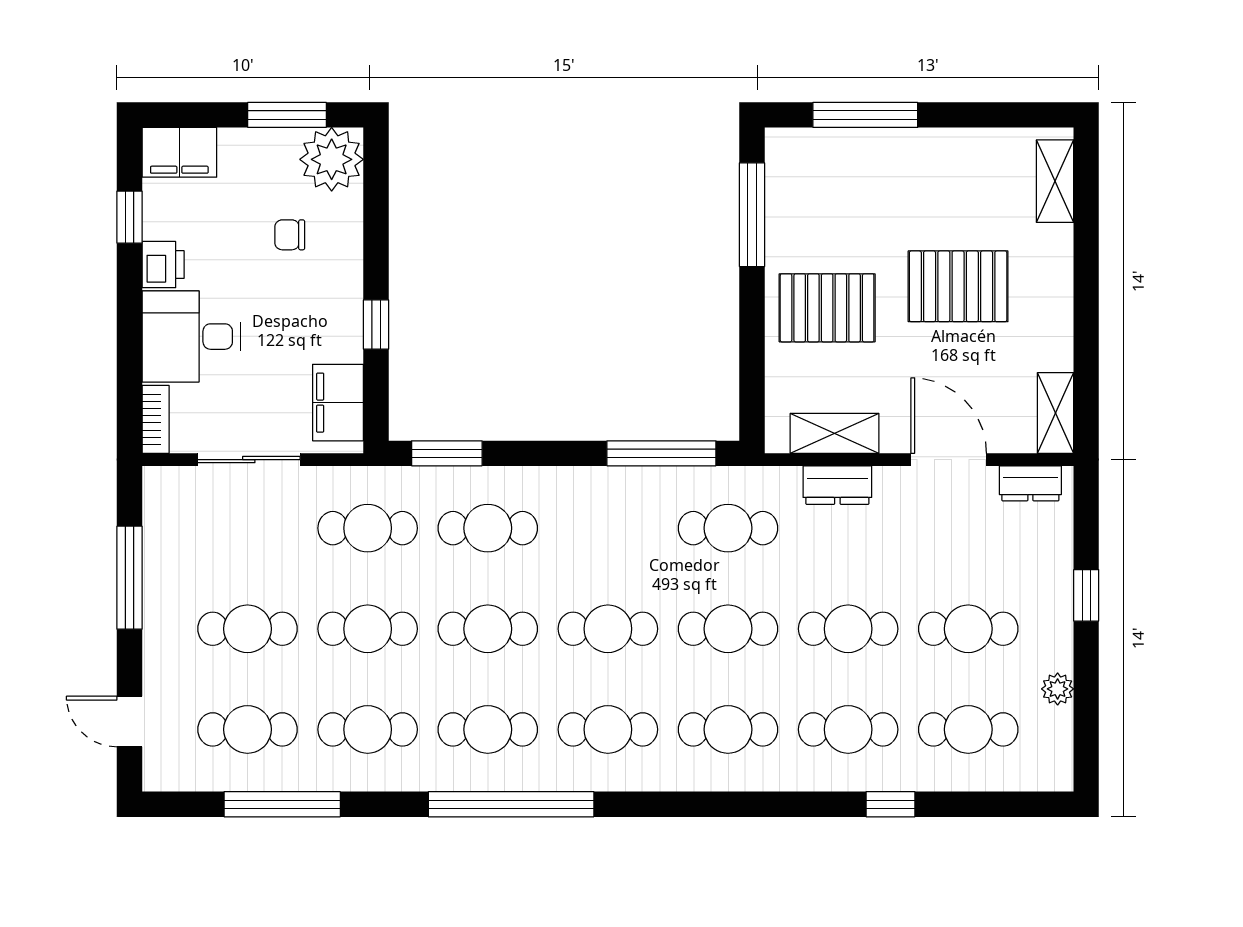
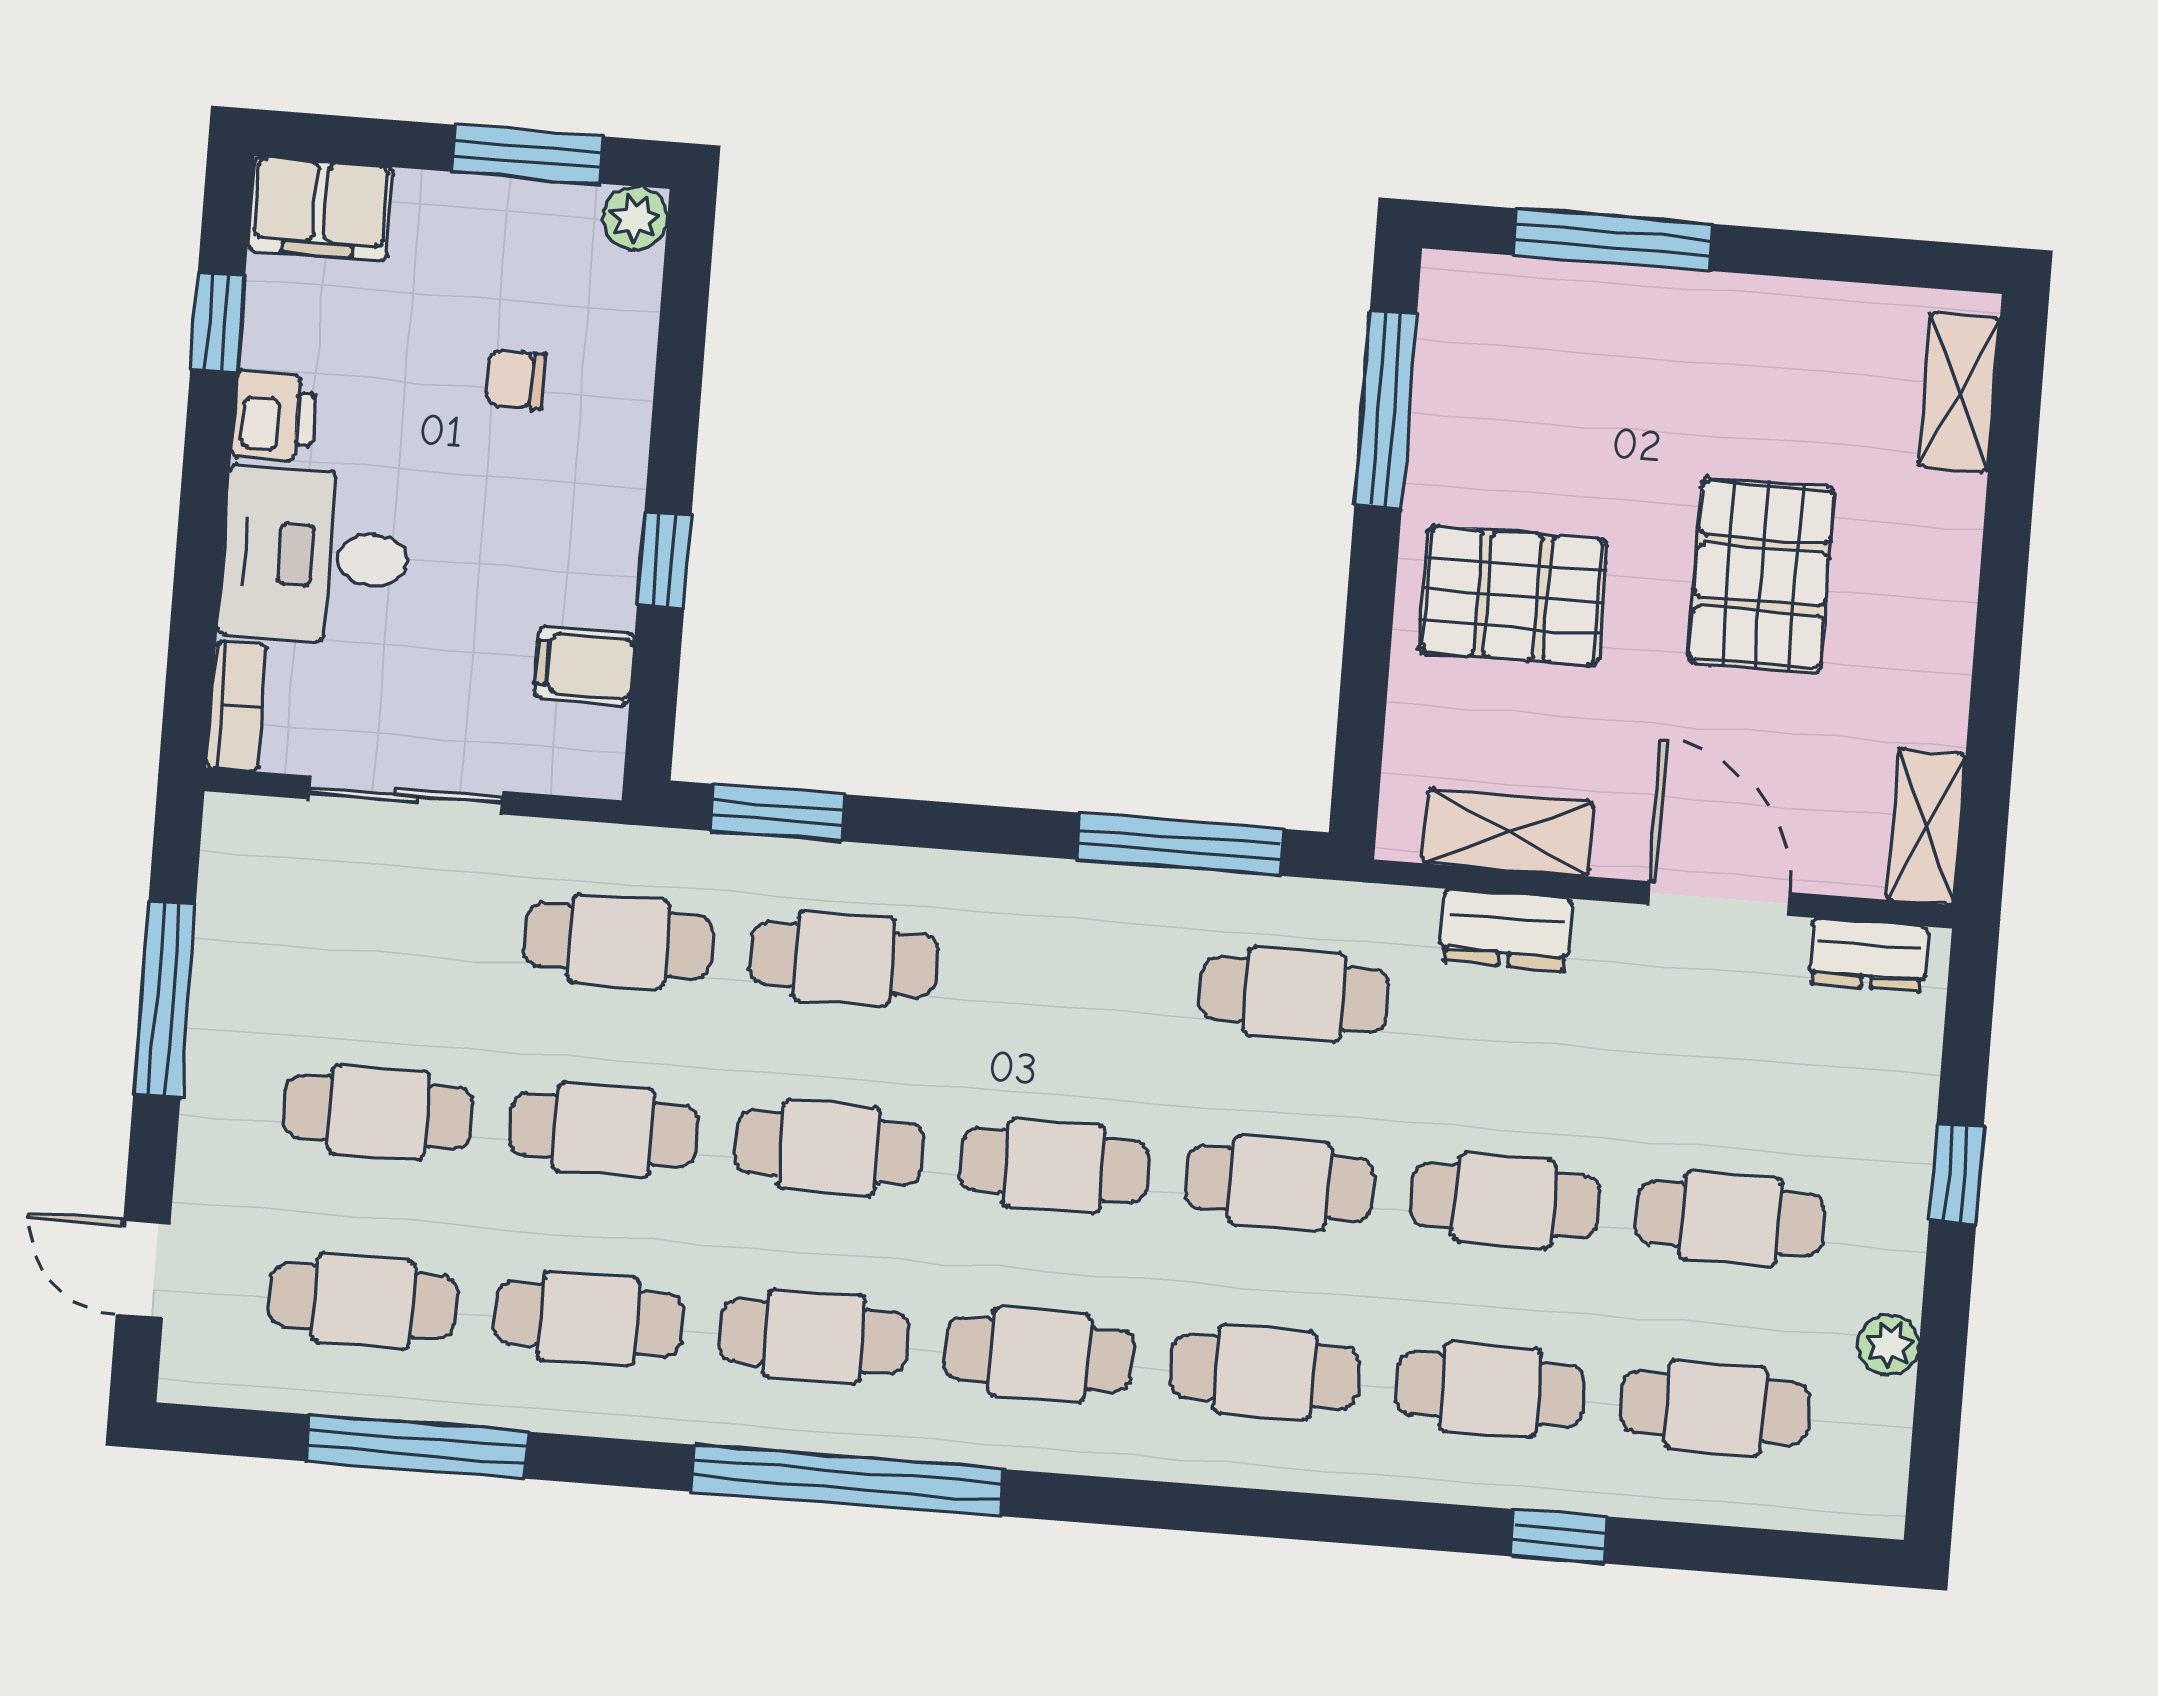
plant: (332, 159) -> (635, 218), width x0.53, depth x0.53
pallet: (958, 286) -> (1762, 575), turned 90
filing cabinet: (338, 403) -> (584, 665), width x0.50

